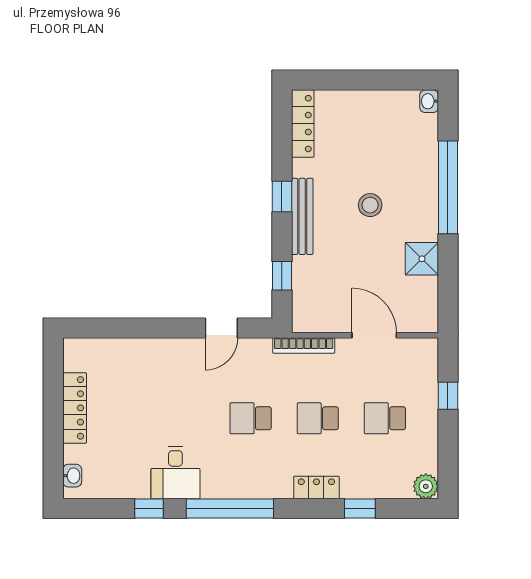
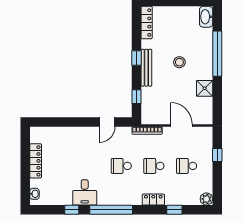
washbasin: (429, 101) -> (206, 17), width x1.91, depth x1.45

